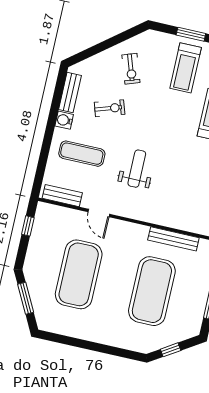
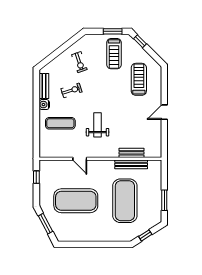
bench: (62, 196) -> (131, 153), moved
exercise mat: (79, 274) -> (76, 201), turned 90

